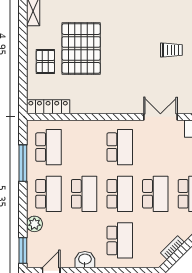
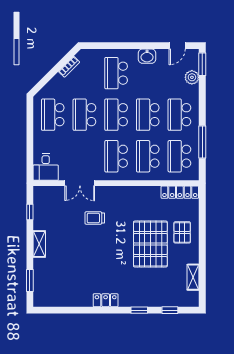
trolley: (171, 50) -> (95, 218), moved
school desk: (84, 147) -> (148, 156), added
plant: (34, 224) -> (192, 77), moved

